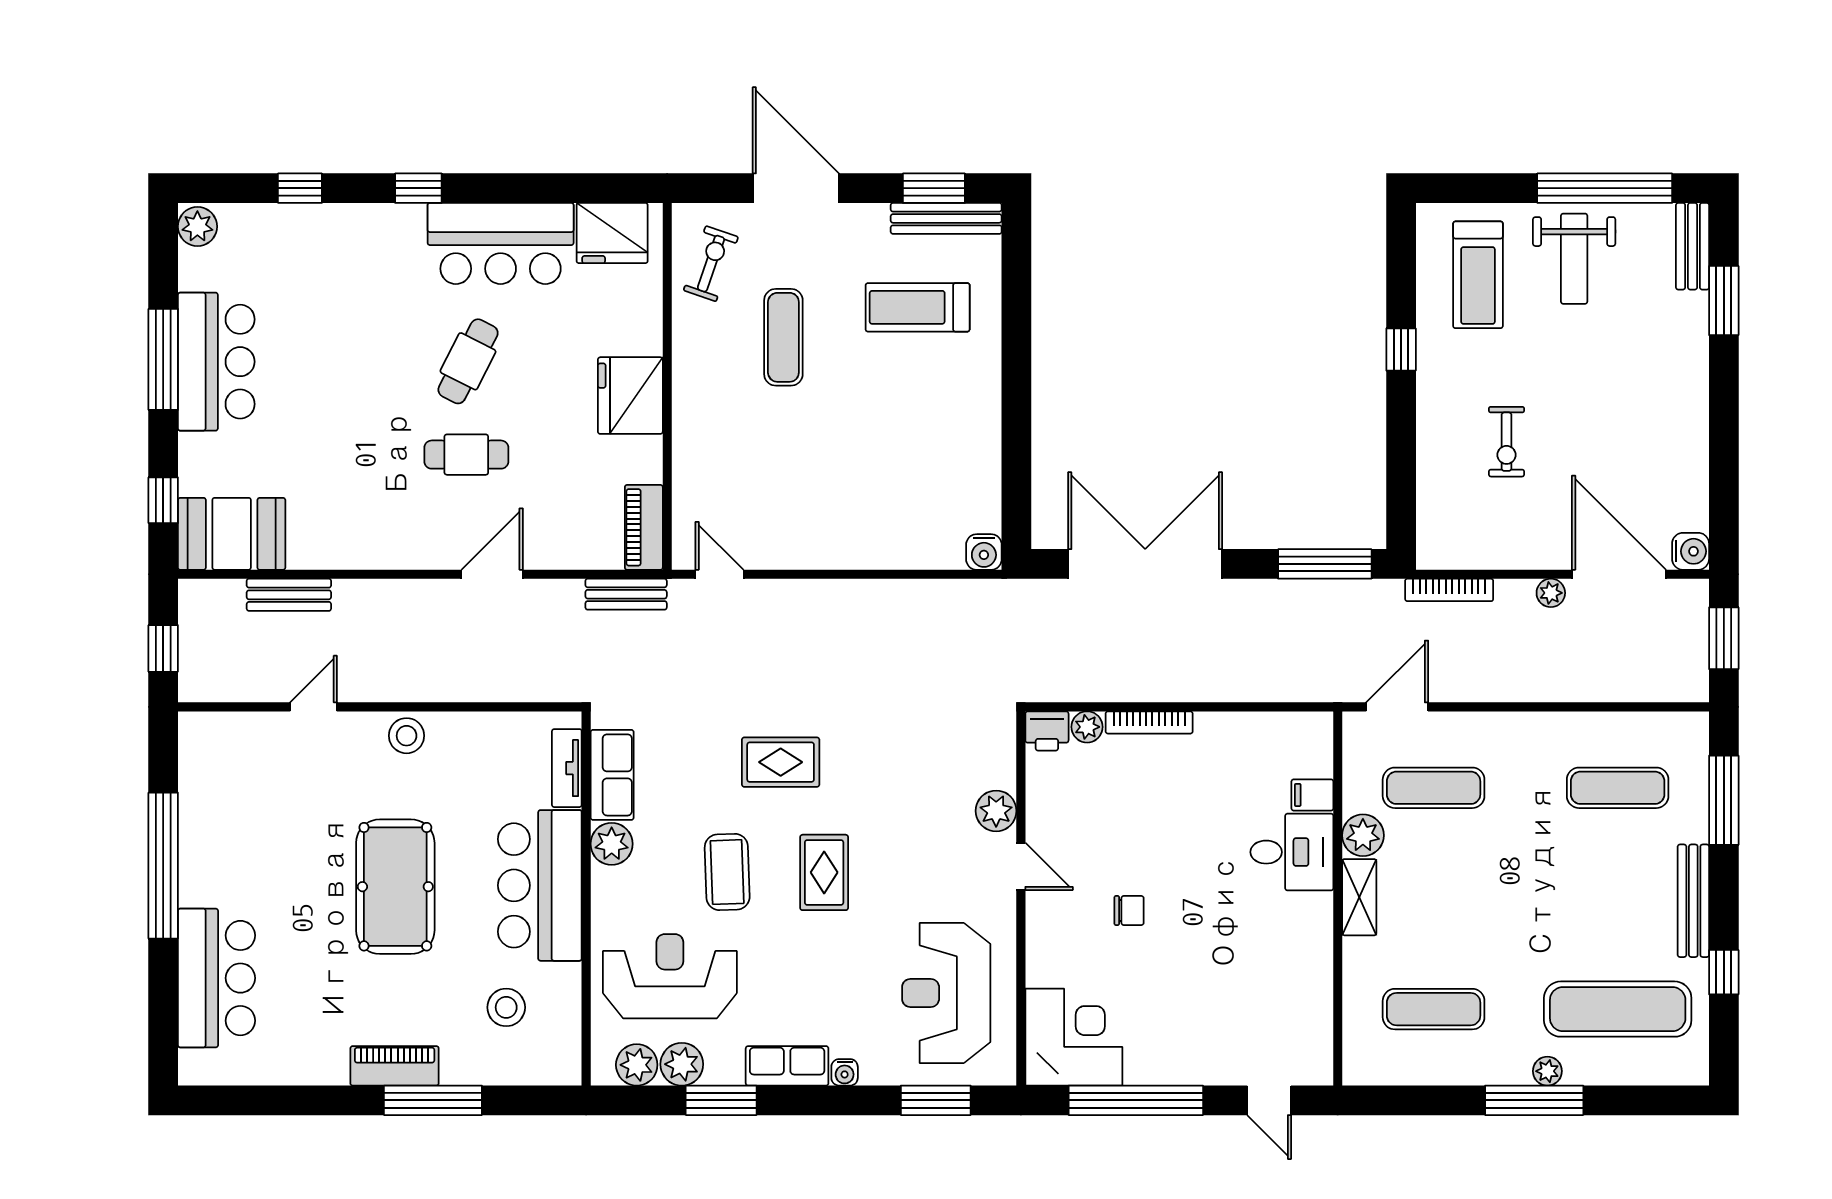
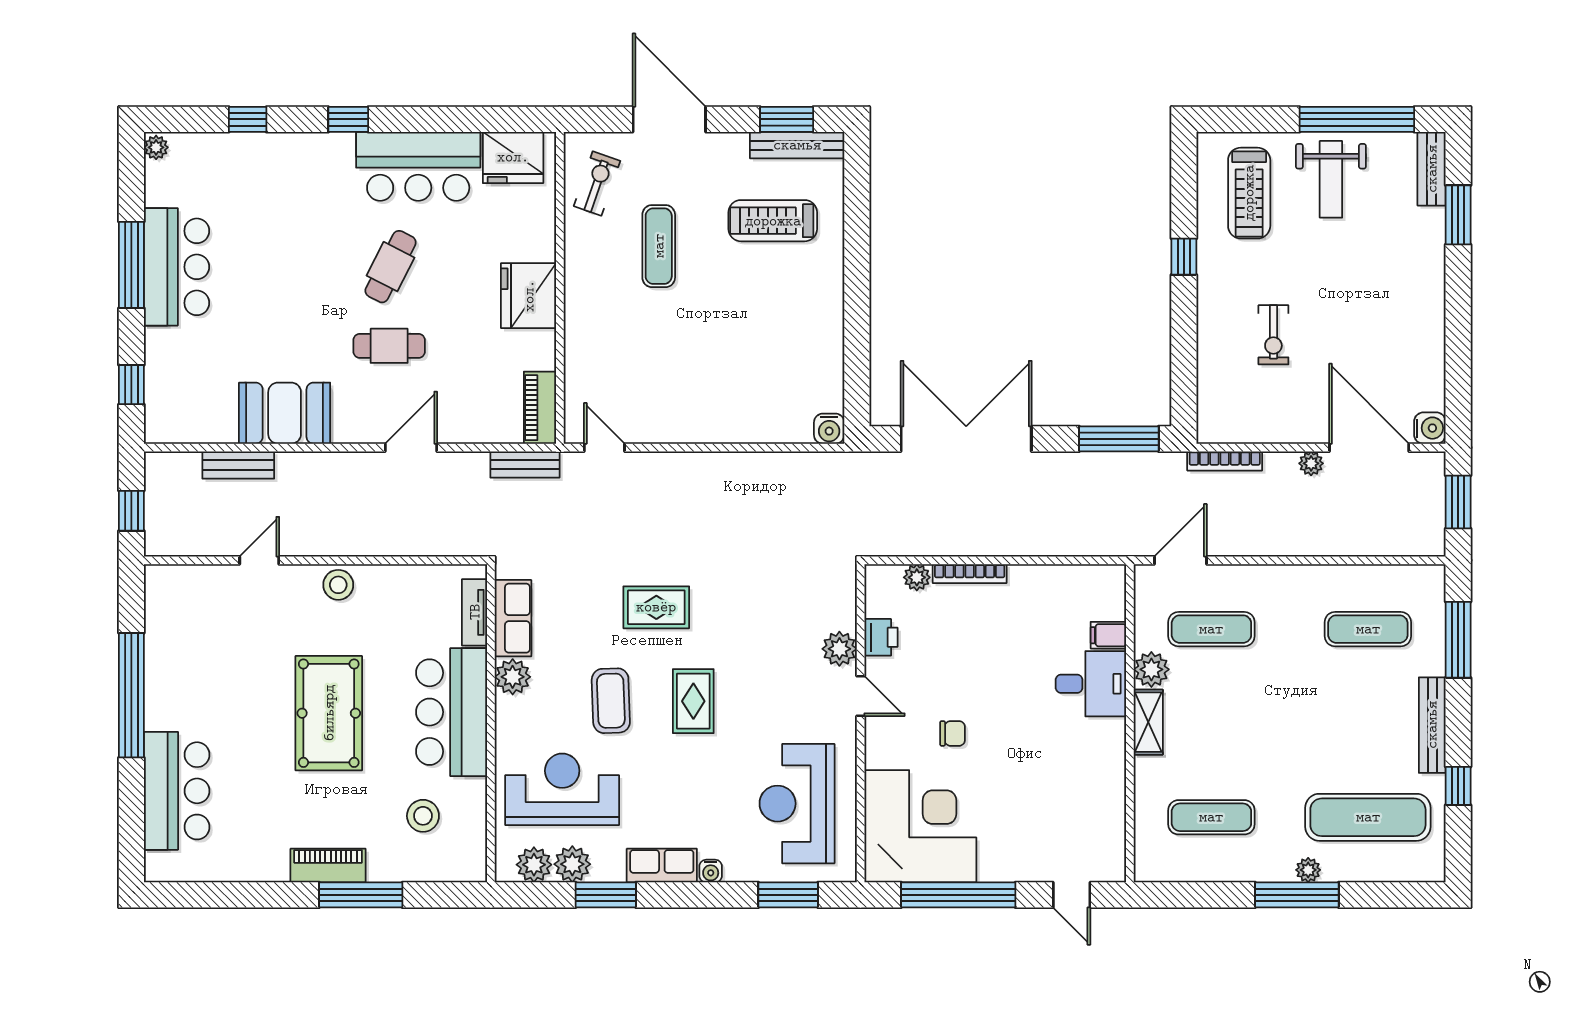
plant: (197, 227) -> (156, 147), width x0.73, depth x0.73
booth: (232, 534) -> (285, 413), moved
printer: (1047, 731) -> (881, 637), moved, turned -90
corner desk: (1074, 1037) -> (920, 826), width x1.36, depth x1.36

